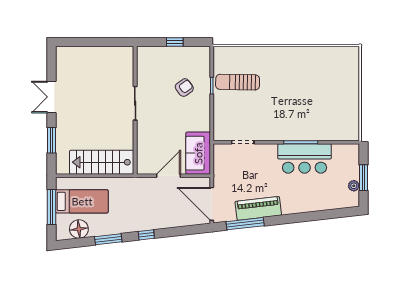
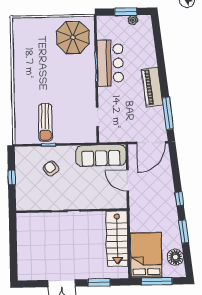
parasol: (335, 116) -> (73, 37), added
sofa: (198, 153) -> (101, 156), width x1.36
bed: (82, 201) -> (146, 255), width x1.50
piano: (258, 208) -> (152, 87), moved

